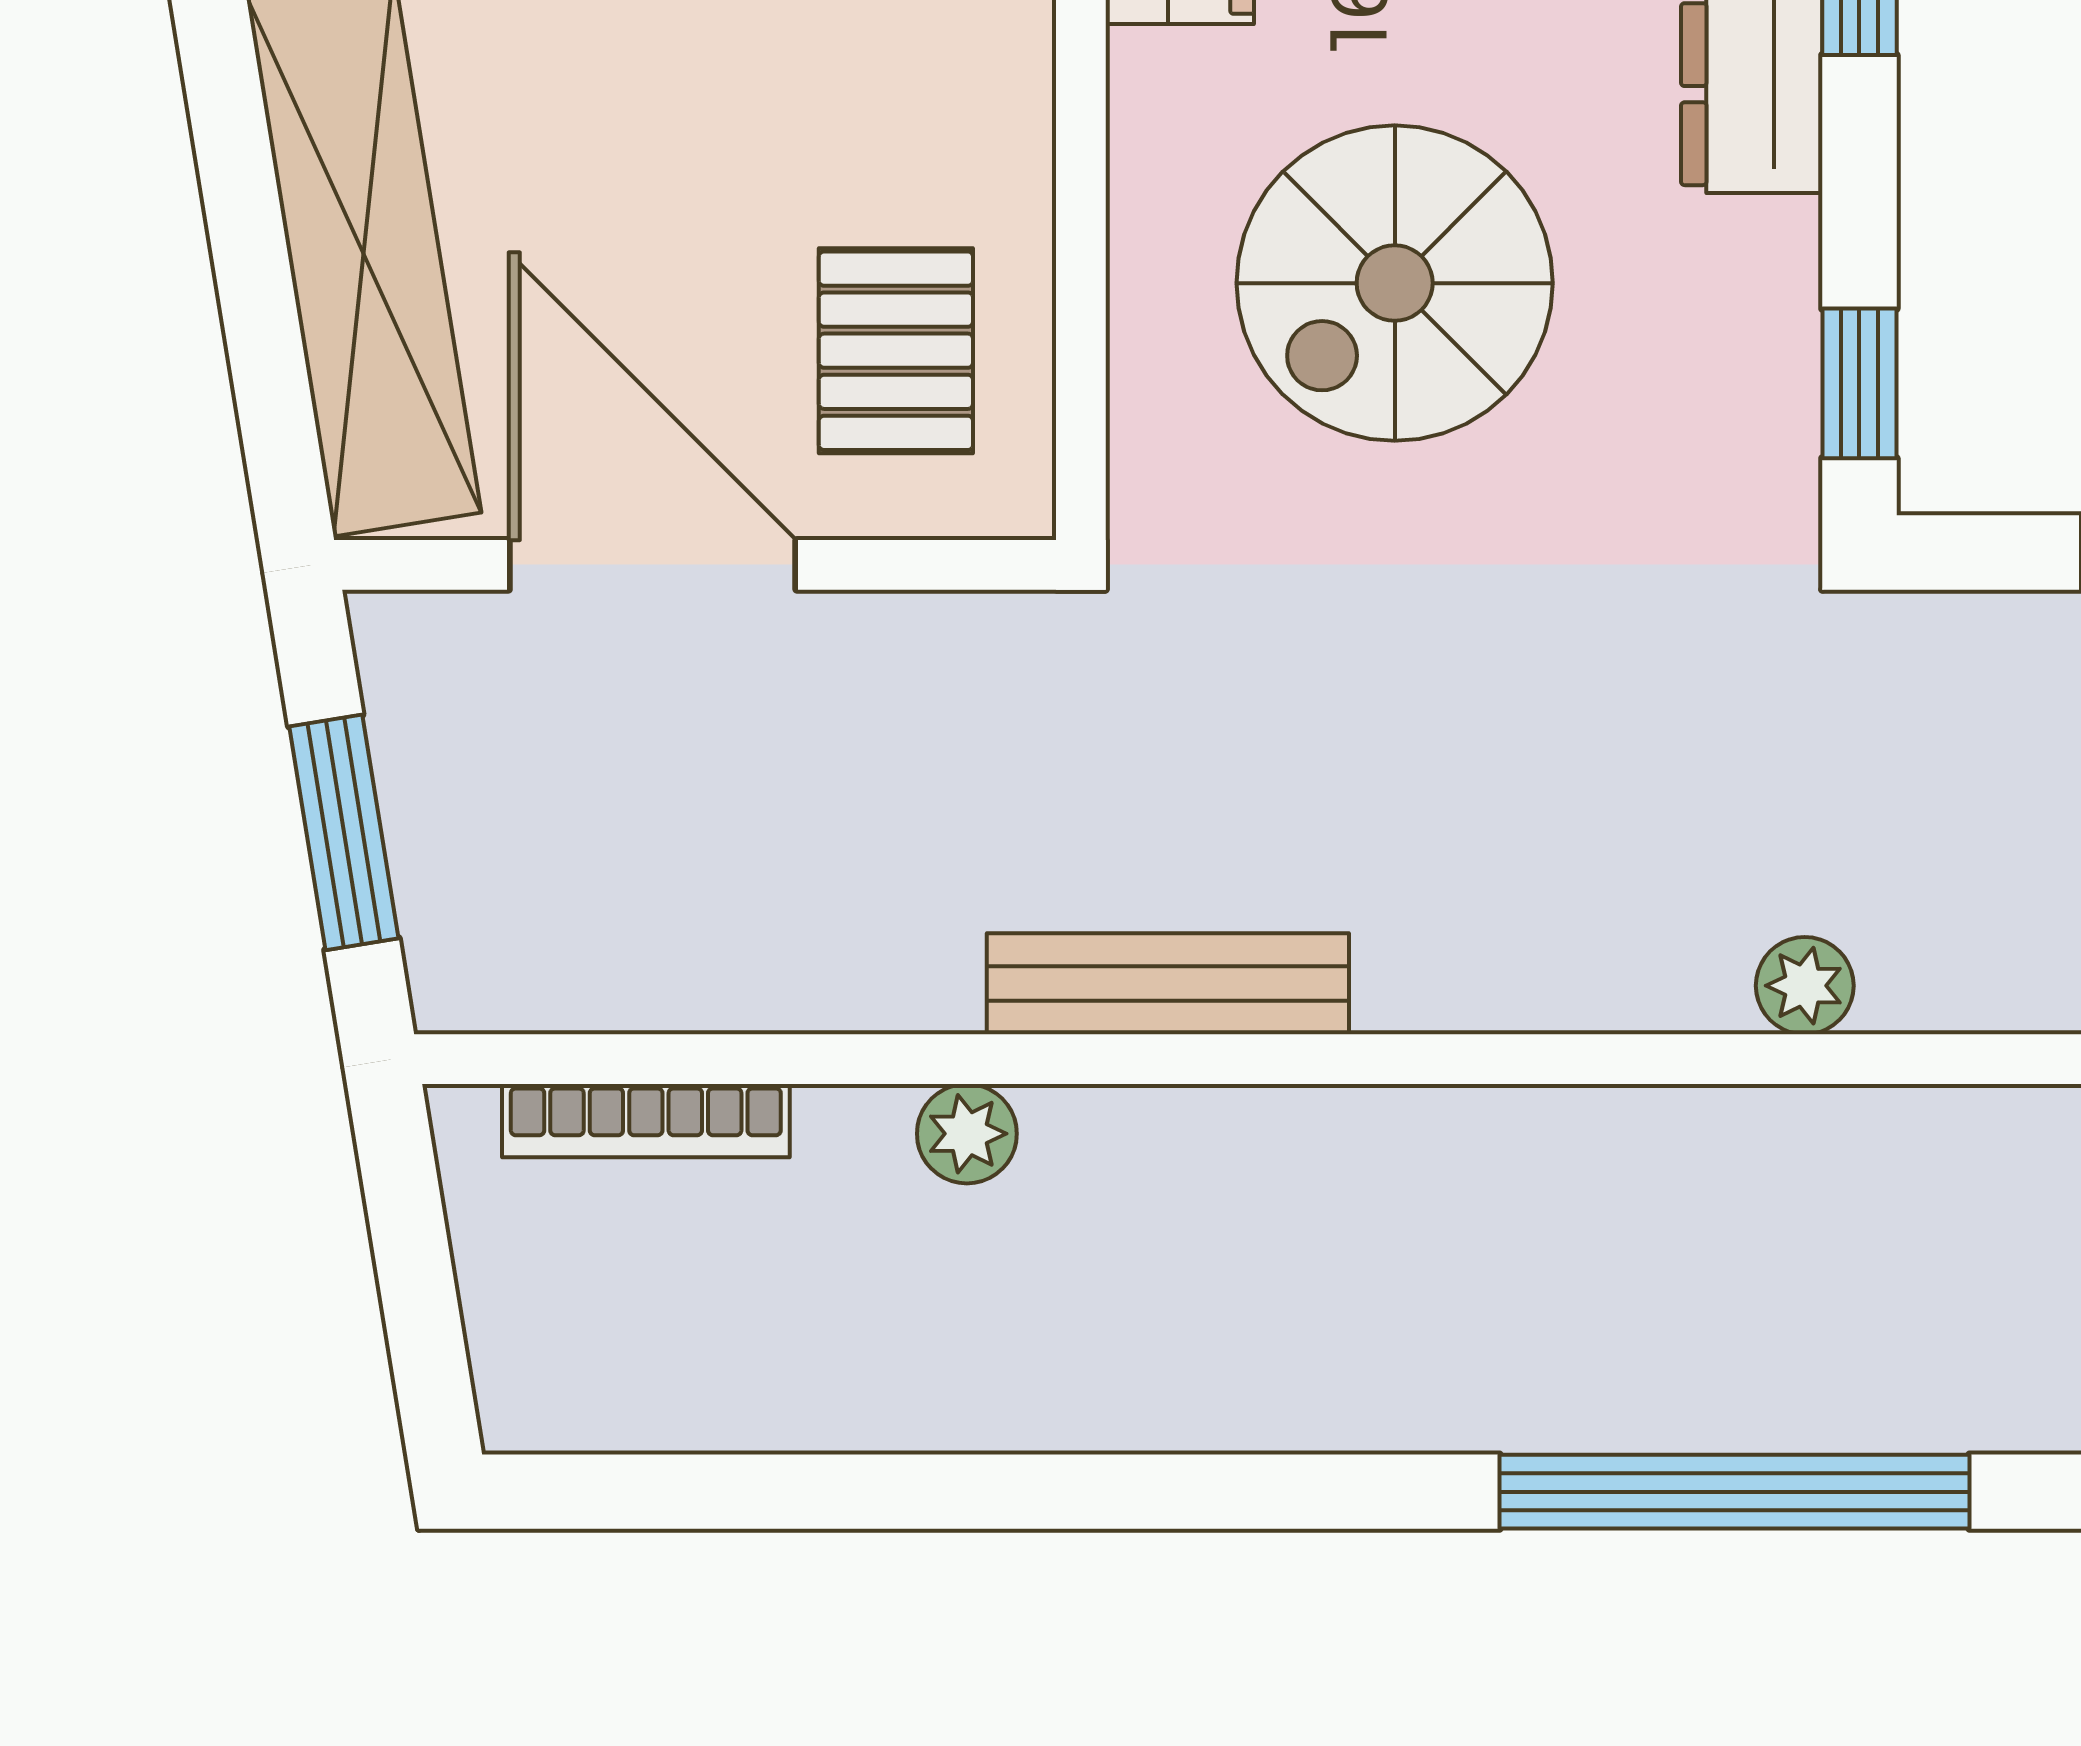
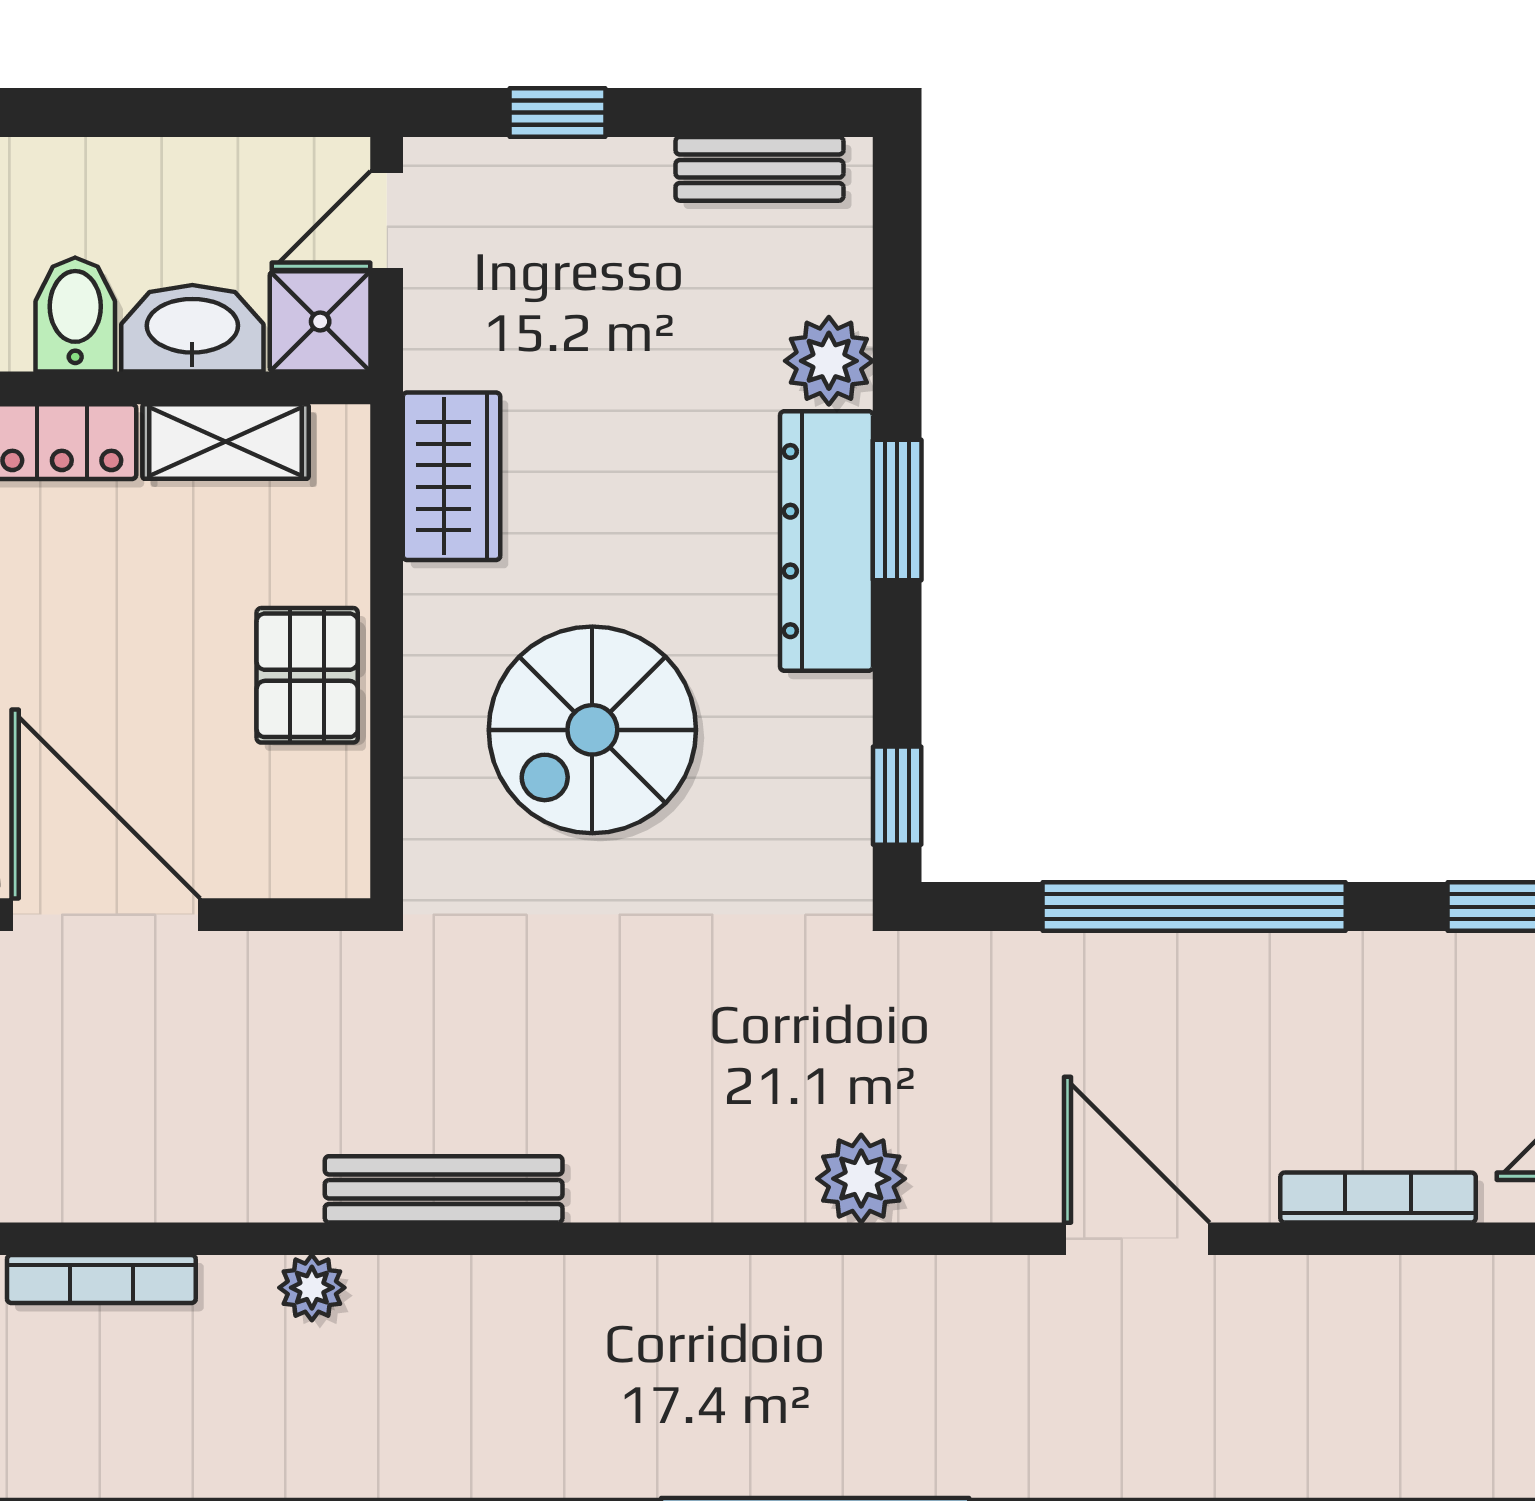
pallet: (896, 351) -> (307, 675), moved
plant: (1805, 986) -> (861, 1179), width x1.38, depth x1.38

